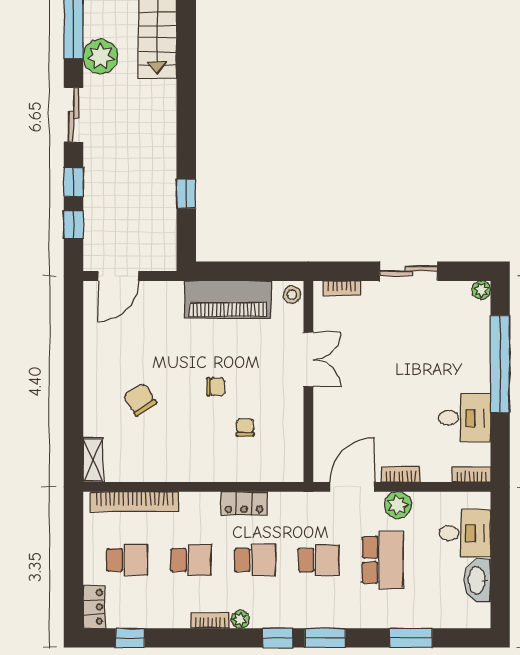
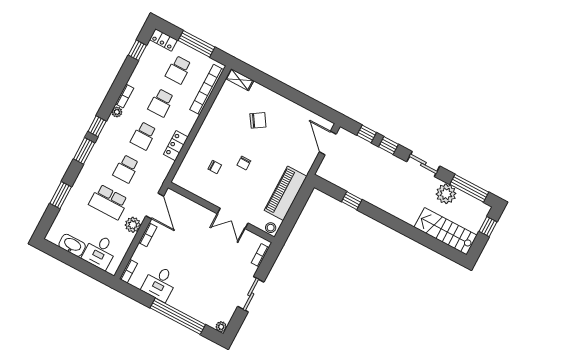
window: (74, 554) -> (196, 44), added

